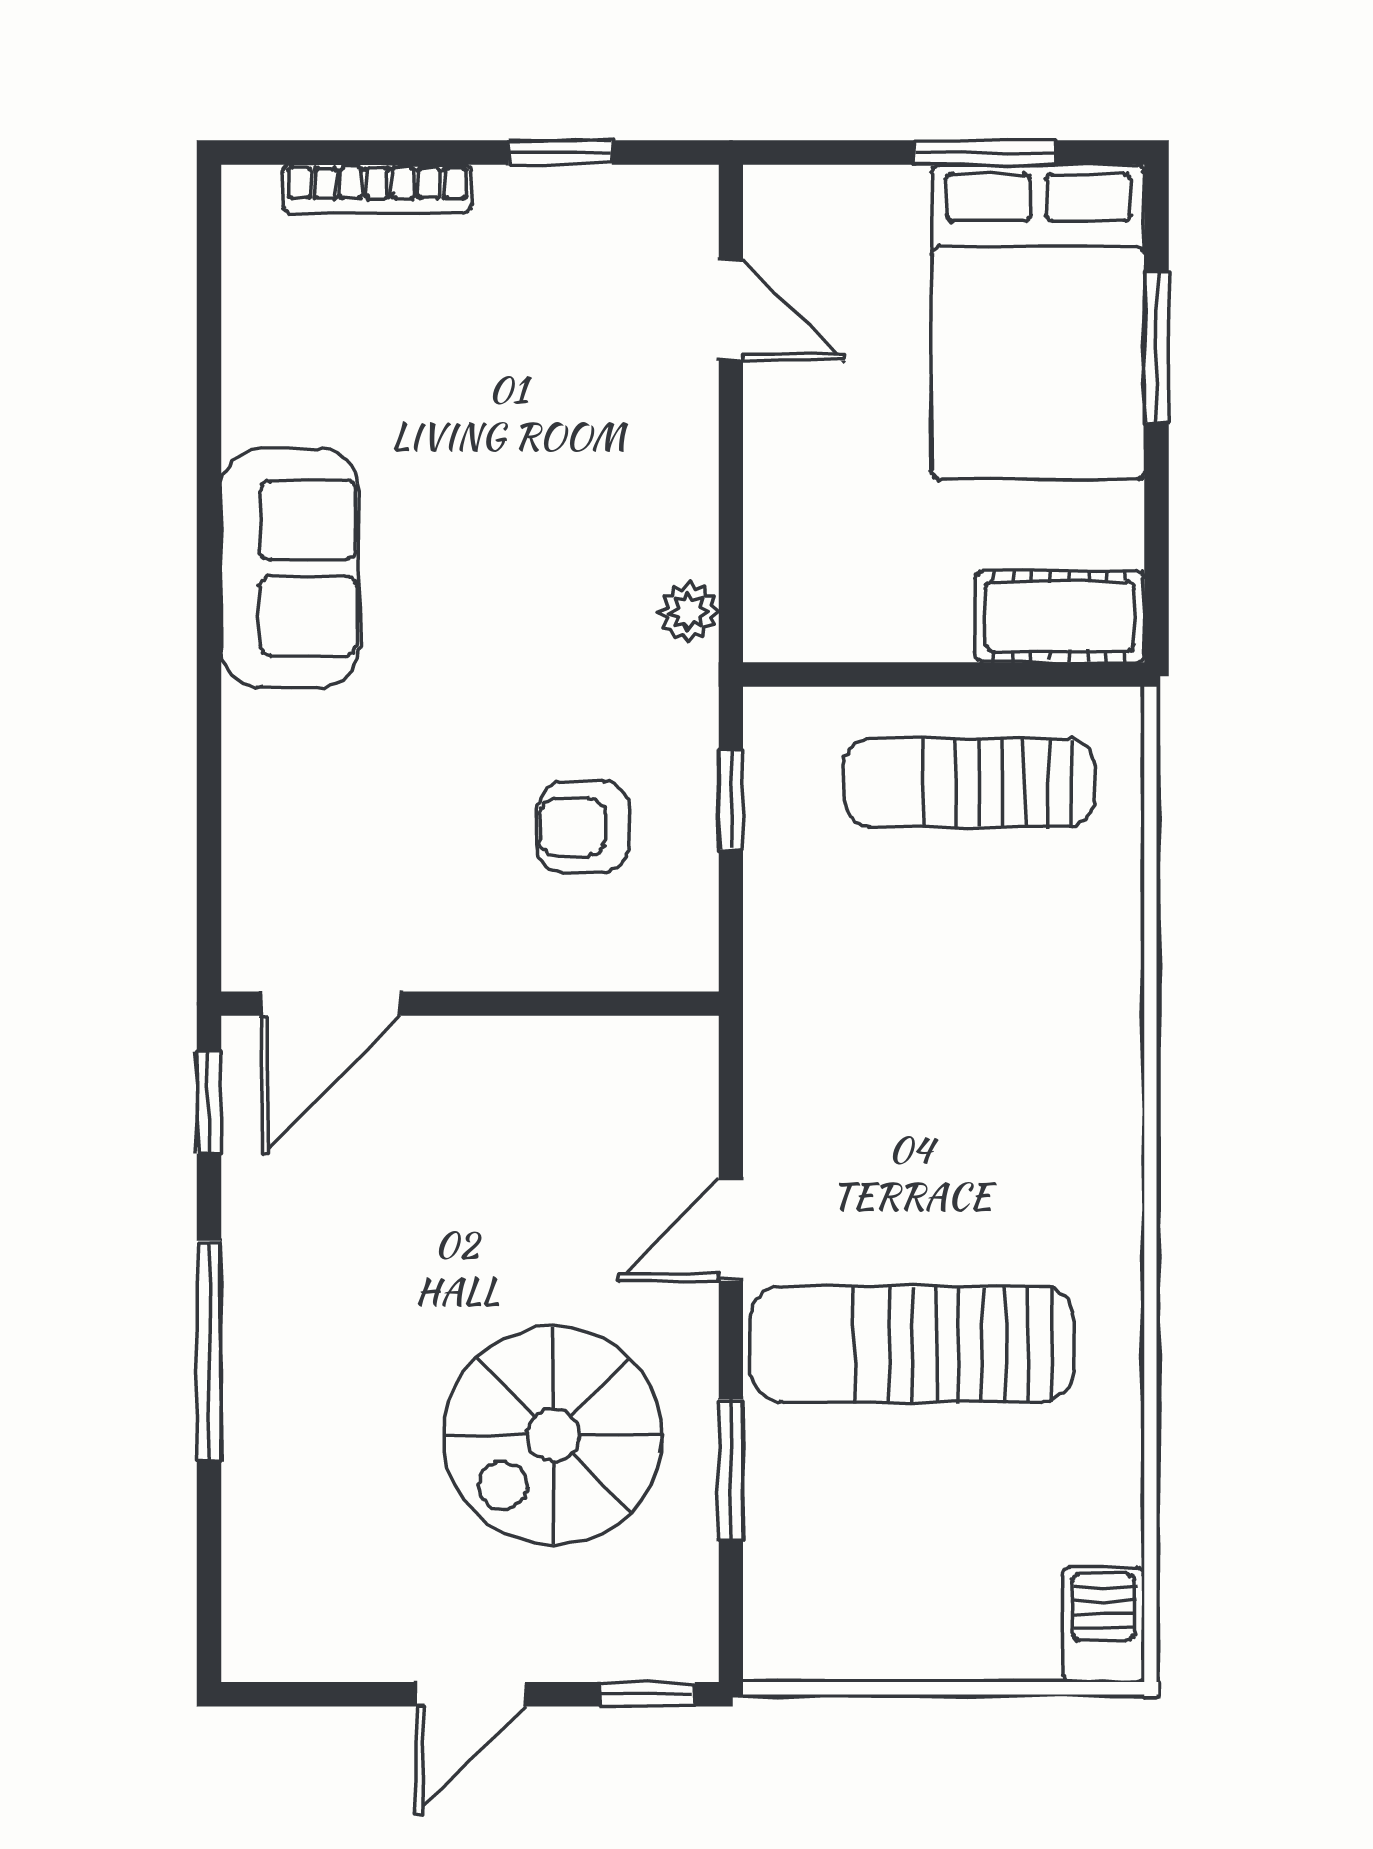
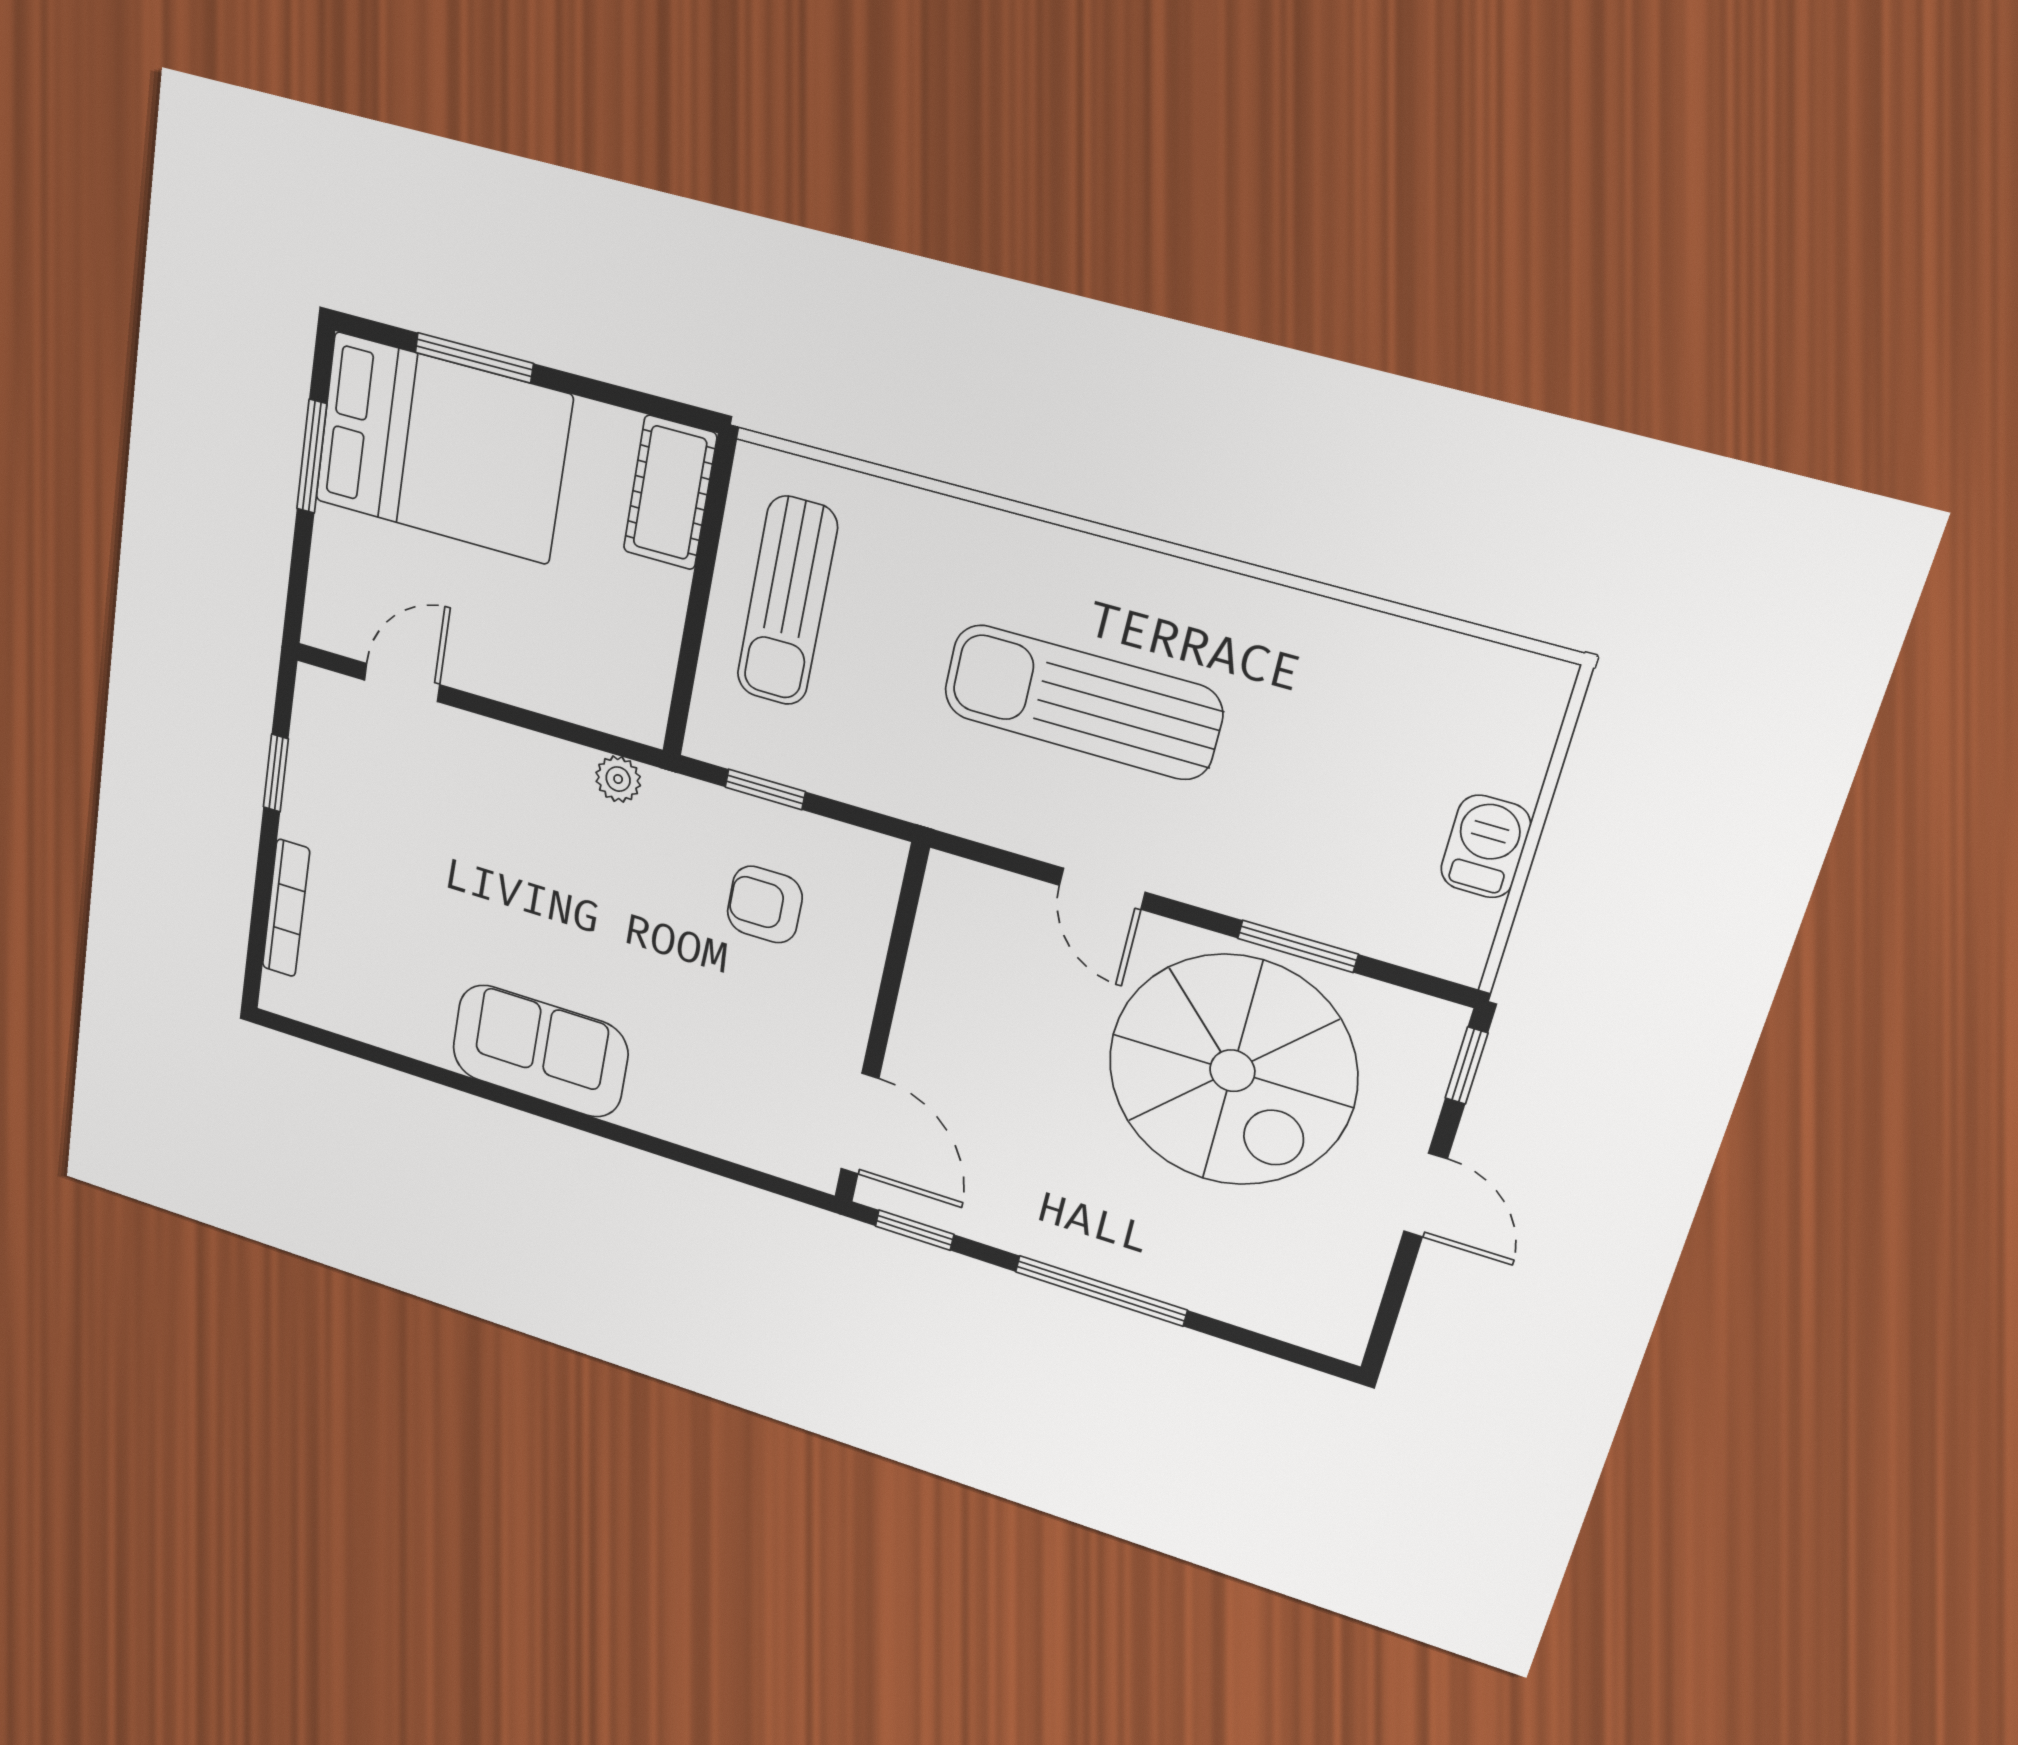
armchair: (583, 827) -> (765, 905), turned 90
sun lounger: (912, 1344) -> (1082, 702), moved, turned 90
spiral stairs: (553, 1435) -> (1232, 1071), width x1.37, depth x1.37
barbecue: (1104, 1625) -> (1486, 847), moved, turned 90

